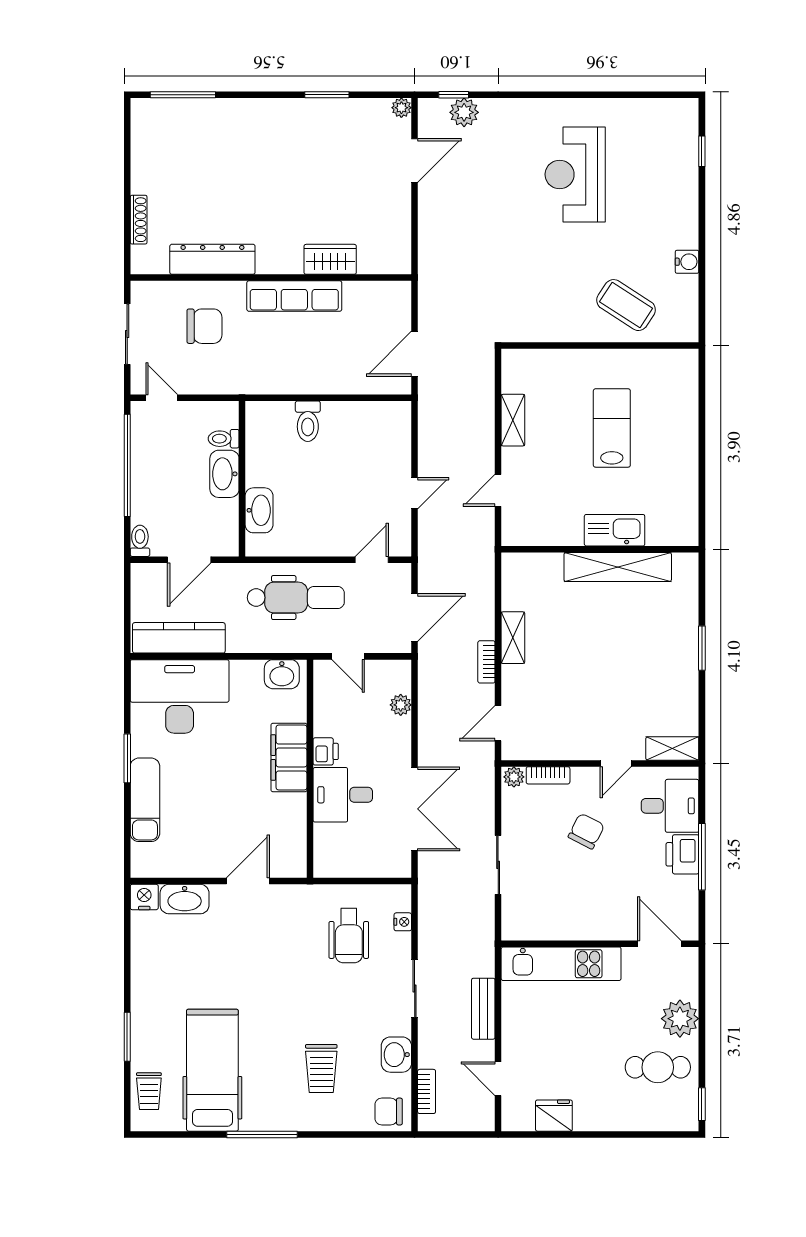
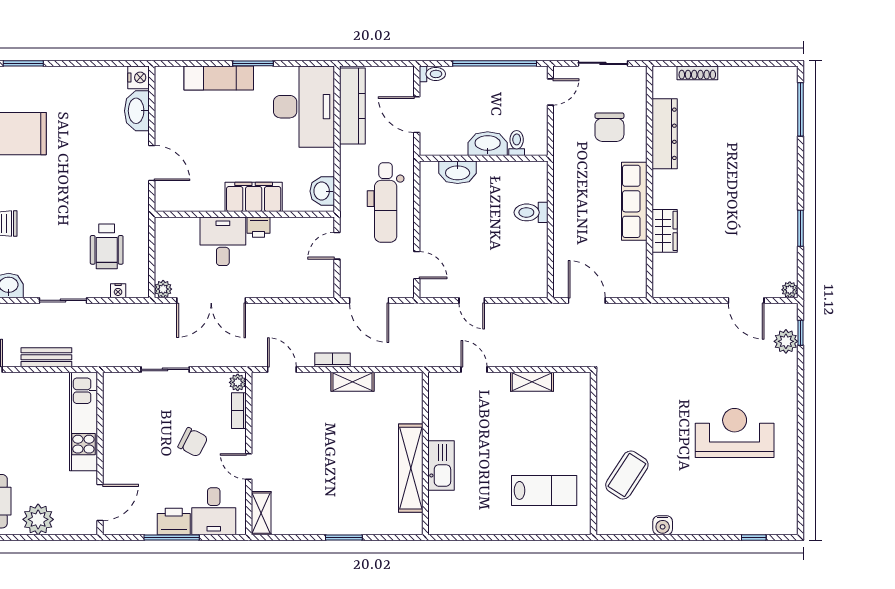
lab bench: (612, 428) -> (544, 490), moved
plant: (401, 705) -> (163, 289), moved
wheelchair: (349, 936) -> (107, 246), turned -90

